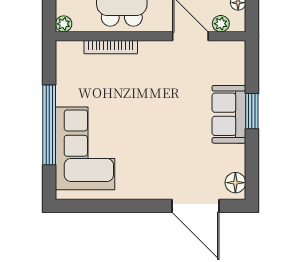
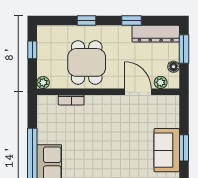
bookcase: (111, 47) -> (71, 100), width x0.64

